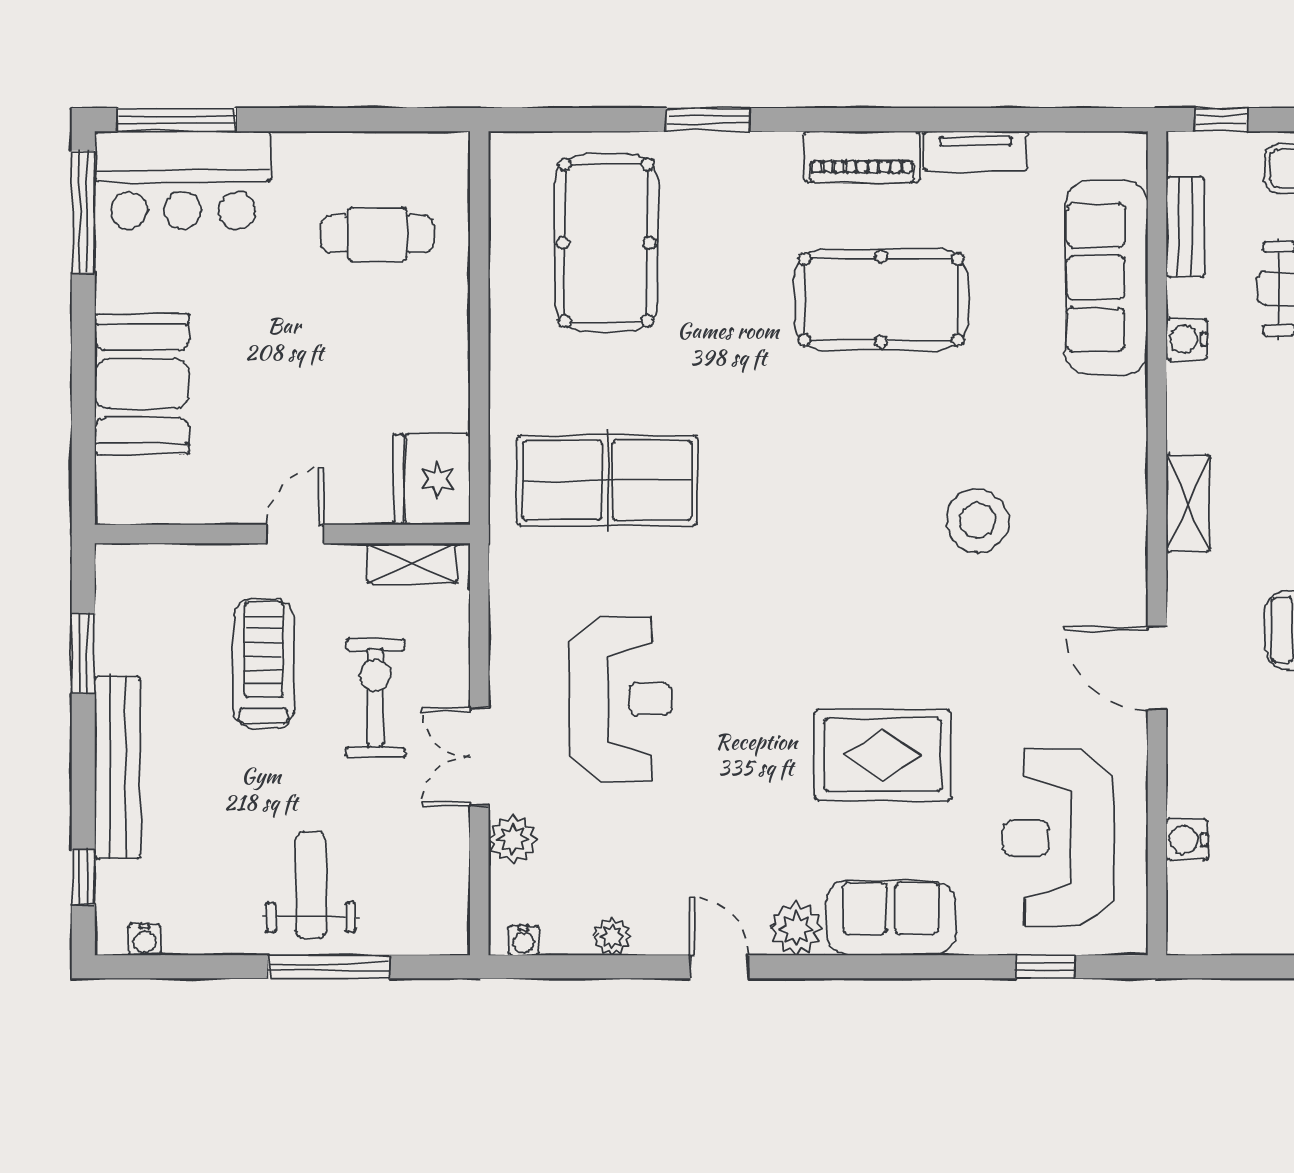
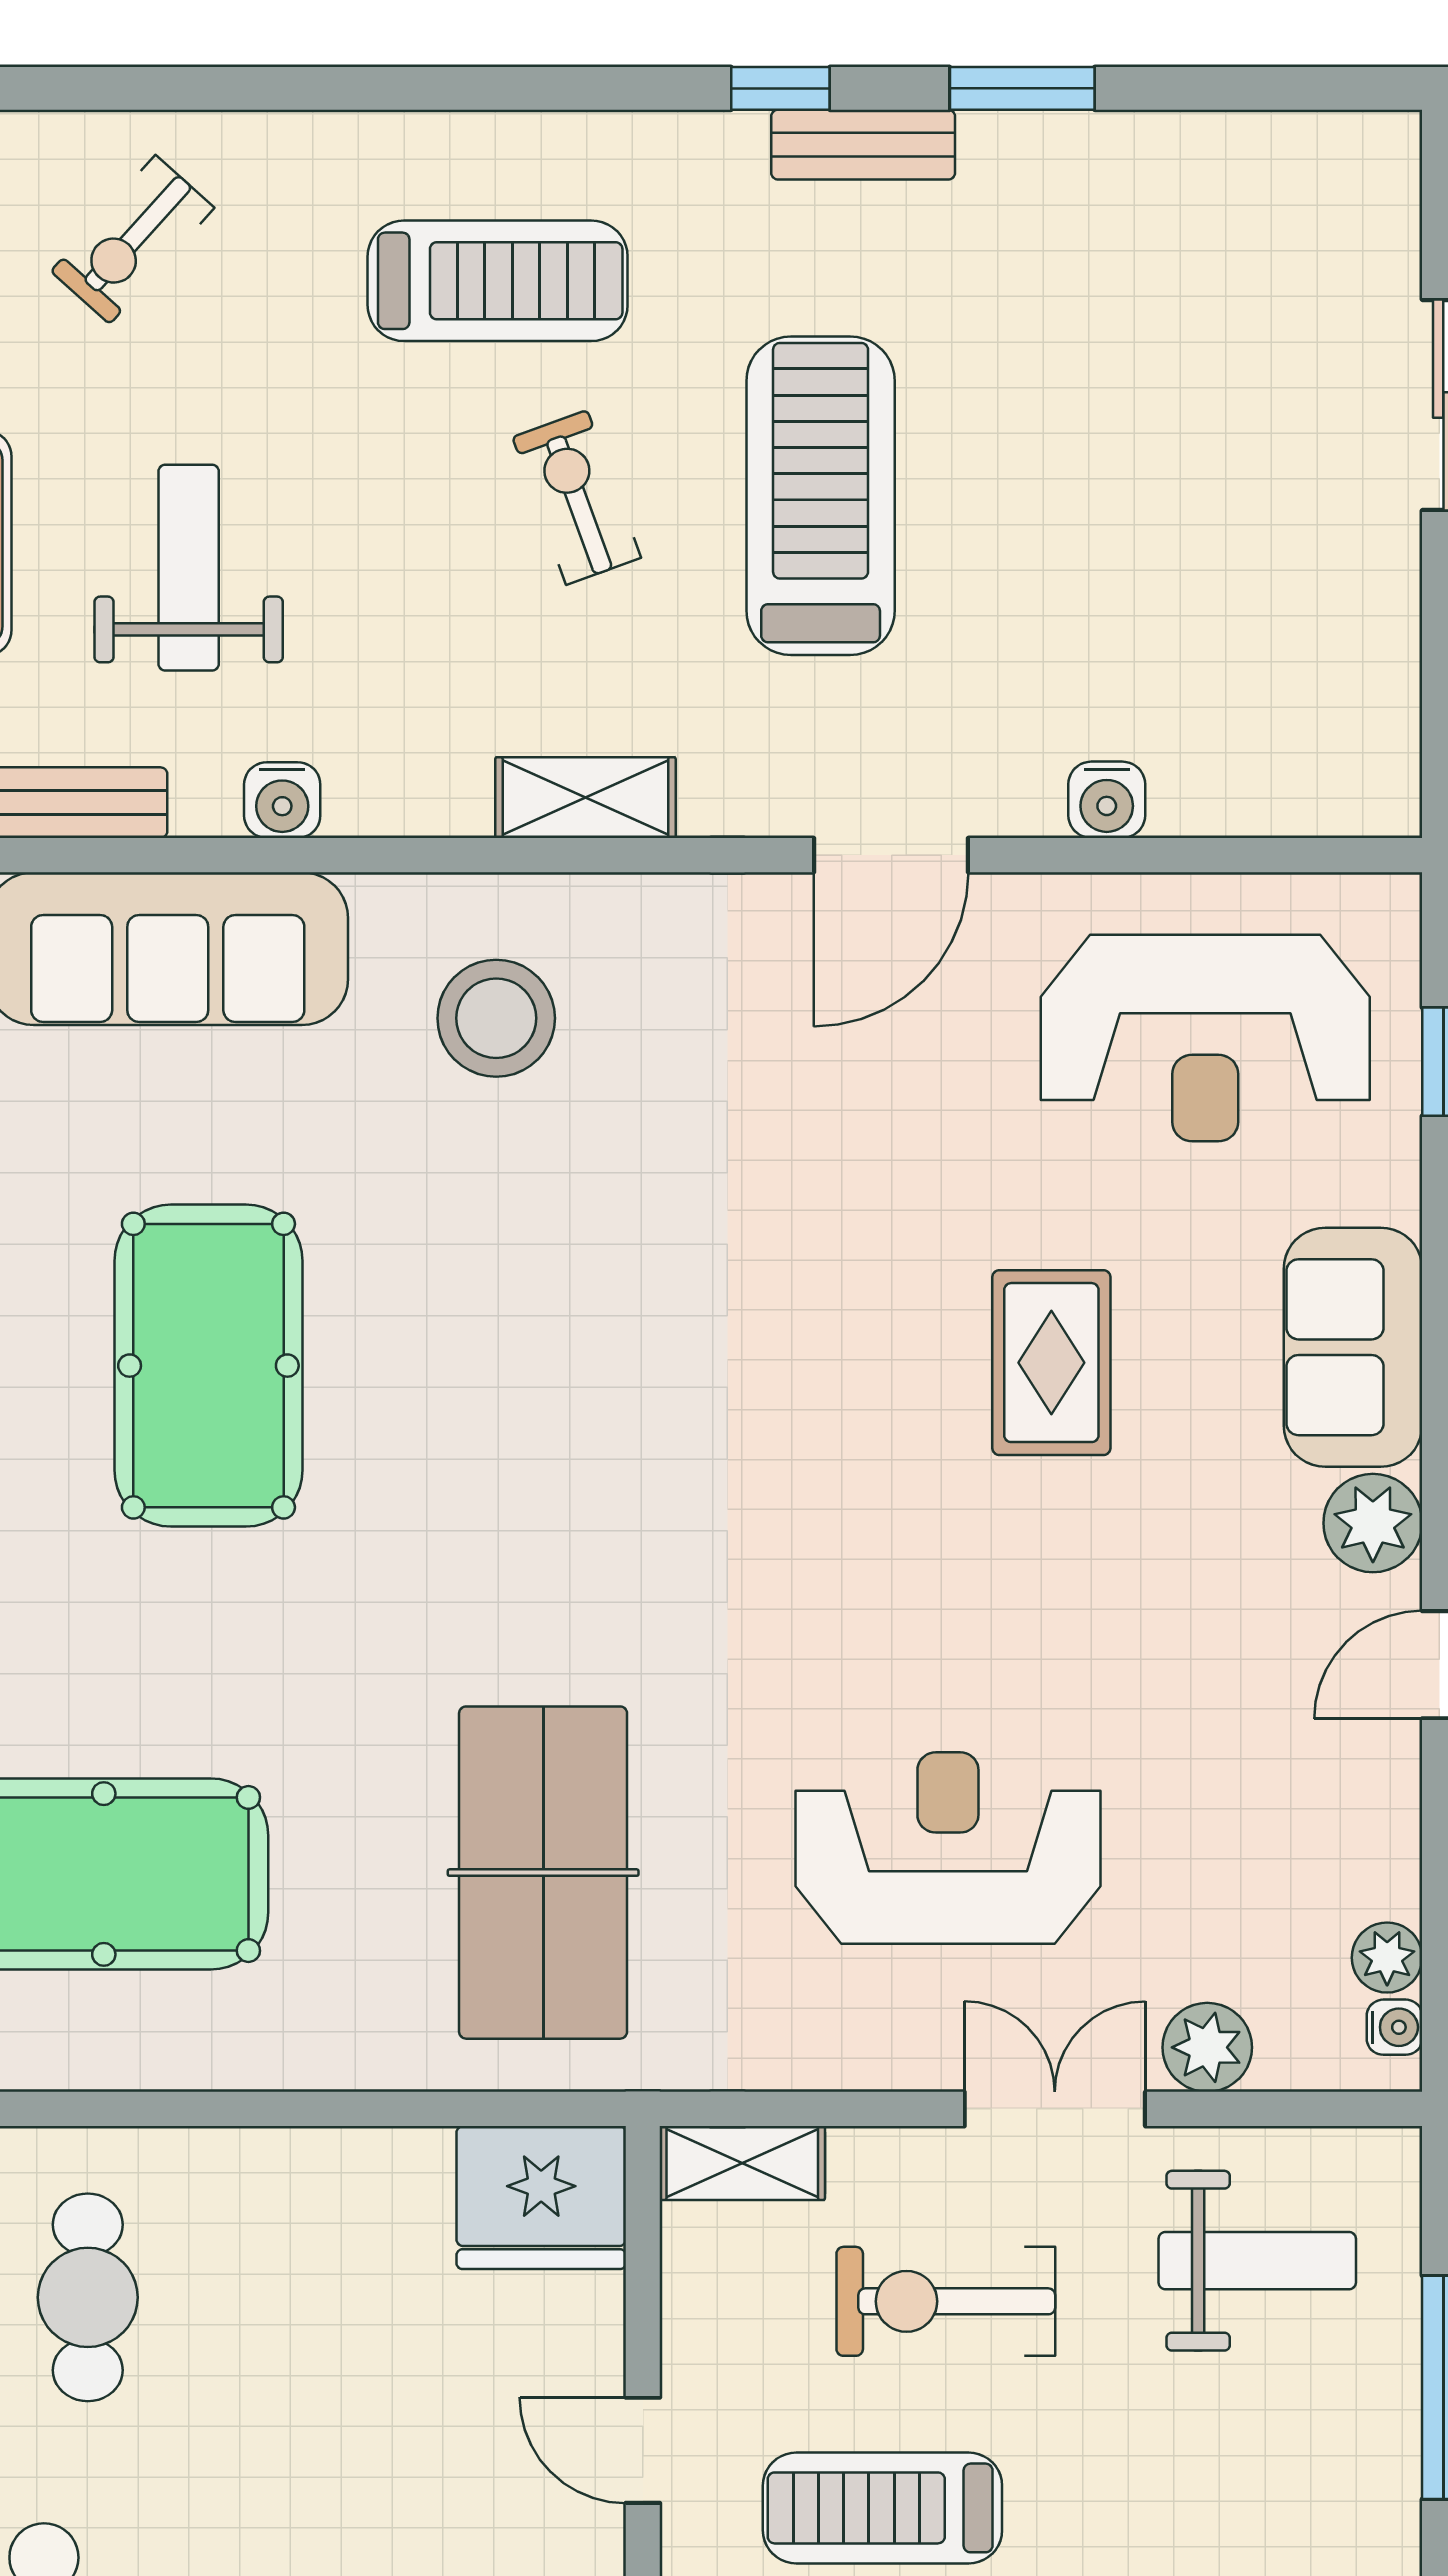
stool: (978, 521) -> (496, 1018), moved
shelving: (412, 563) -> (742, 2163), moved, turned 90
rug: (883, 755) -> (1051, 1363), width x0.73, depth x0.70
double door: (479, 757) -> (1055, 2109), swing flipped
water cooler: (1187, 840) -> (1107, 800), moved
weight bench: (311, 885) -> (1257, 2261), moved, turned 180
plant: (612, 936) -> (1387, 1958), moved

